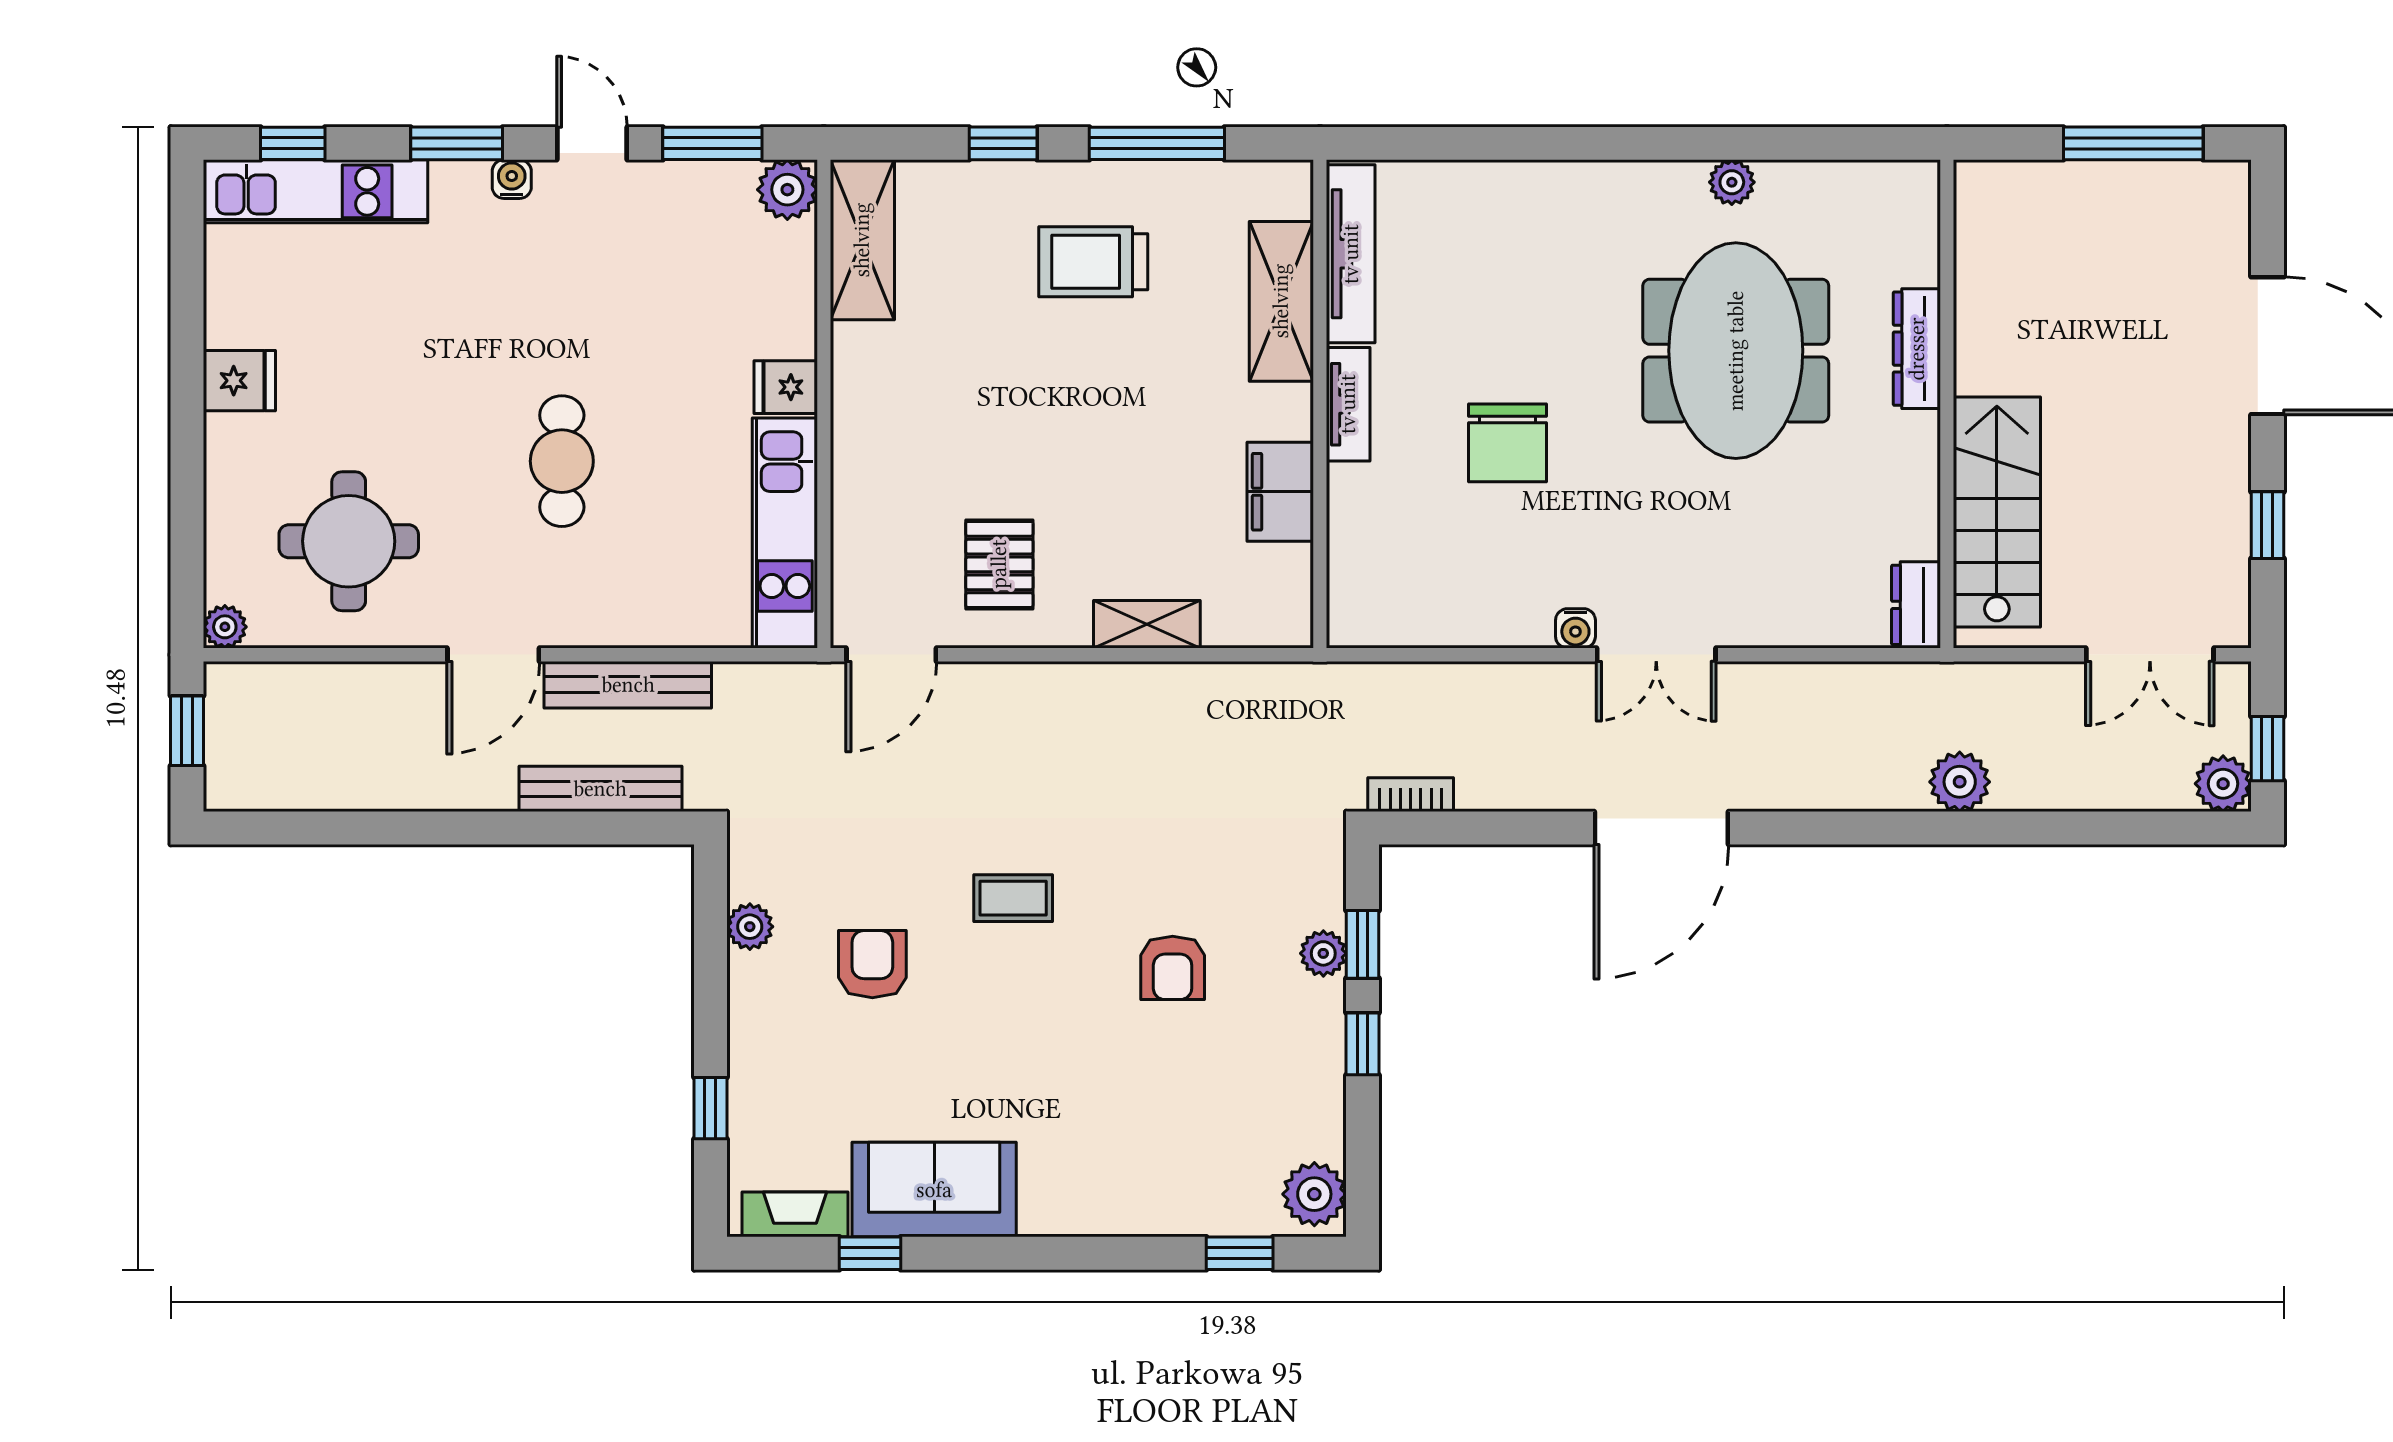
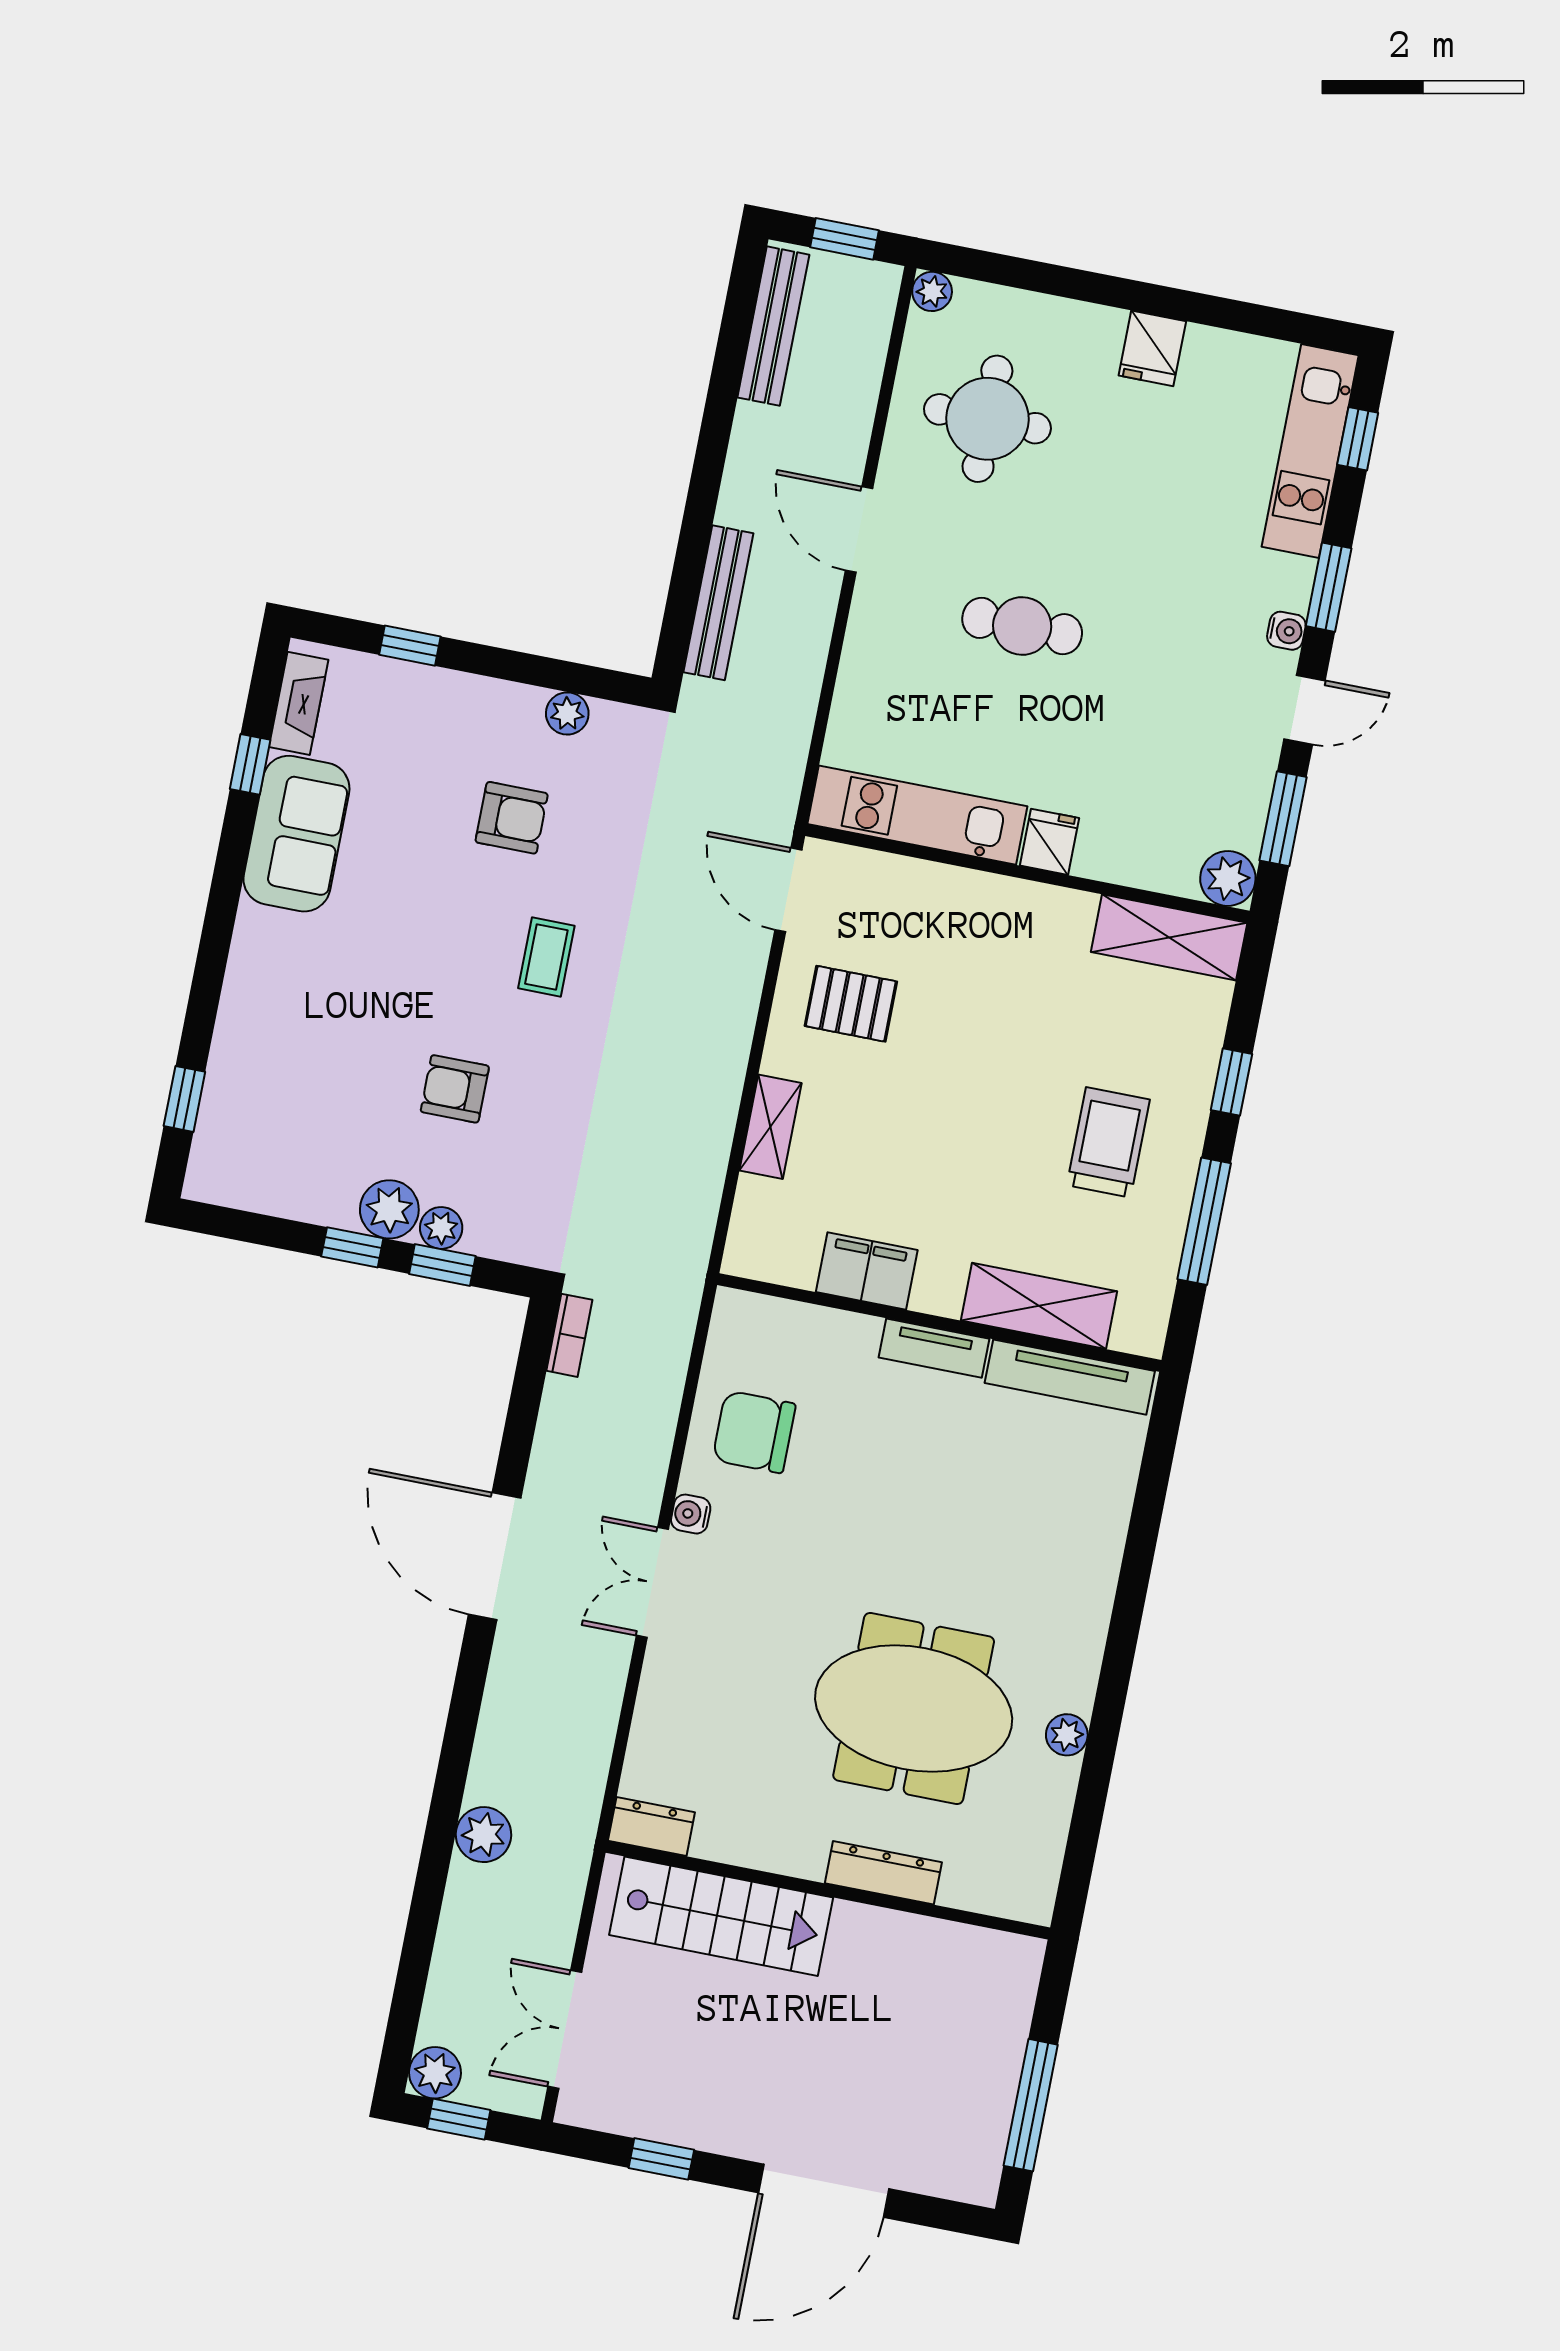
chair: (1508, 443) -> (754, 1432), moved
bench: (628, 685) -> (773, 326), moved
plant: (1314, 1194) -> (389, 1209), moved

